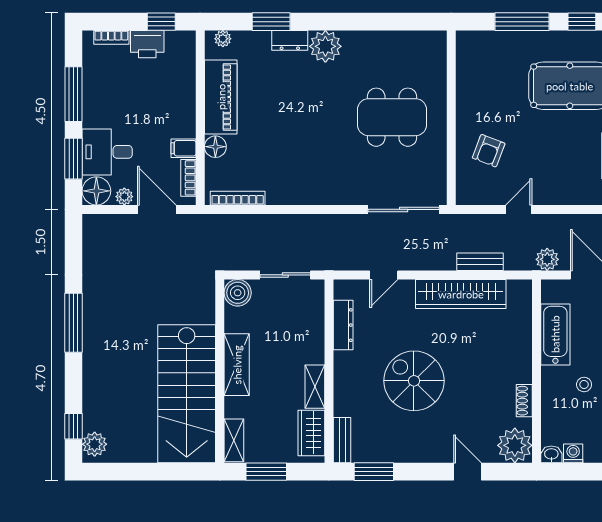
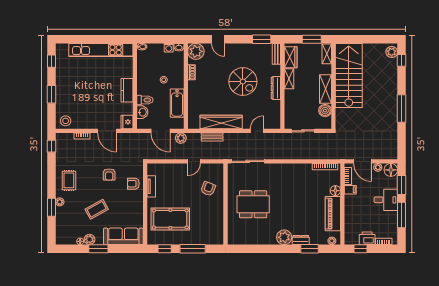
desk: (107, 152) -> (386, 200), moved
boiler: (238, 293) -> (325, 111), moved
dresser: (343, 325) -> (276, 88), moved

